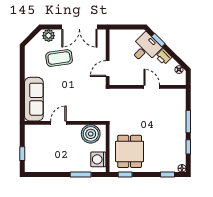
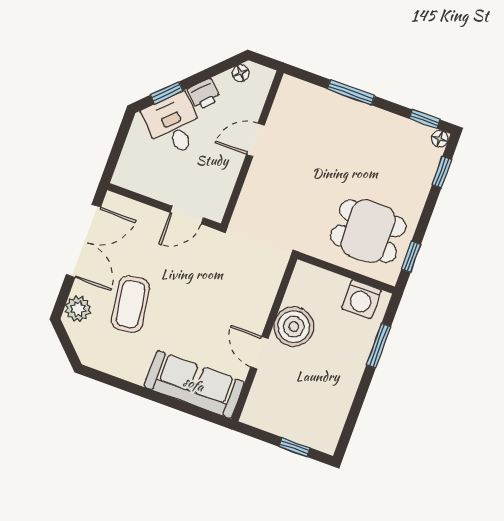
door: (108, 69) -> (187, 215), hinge flipped
boiler: (91, 134) -> (294, 327), moved
window: (188, 147) -> (425, 119), moved

